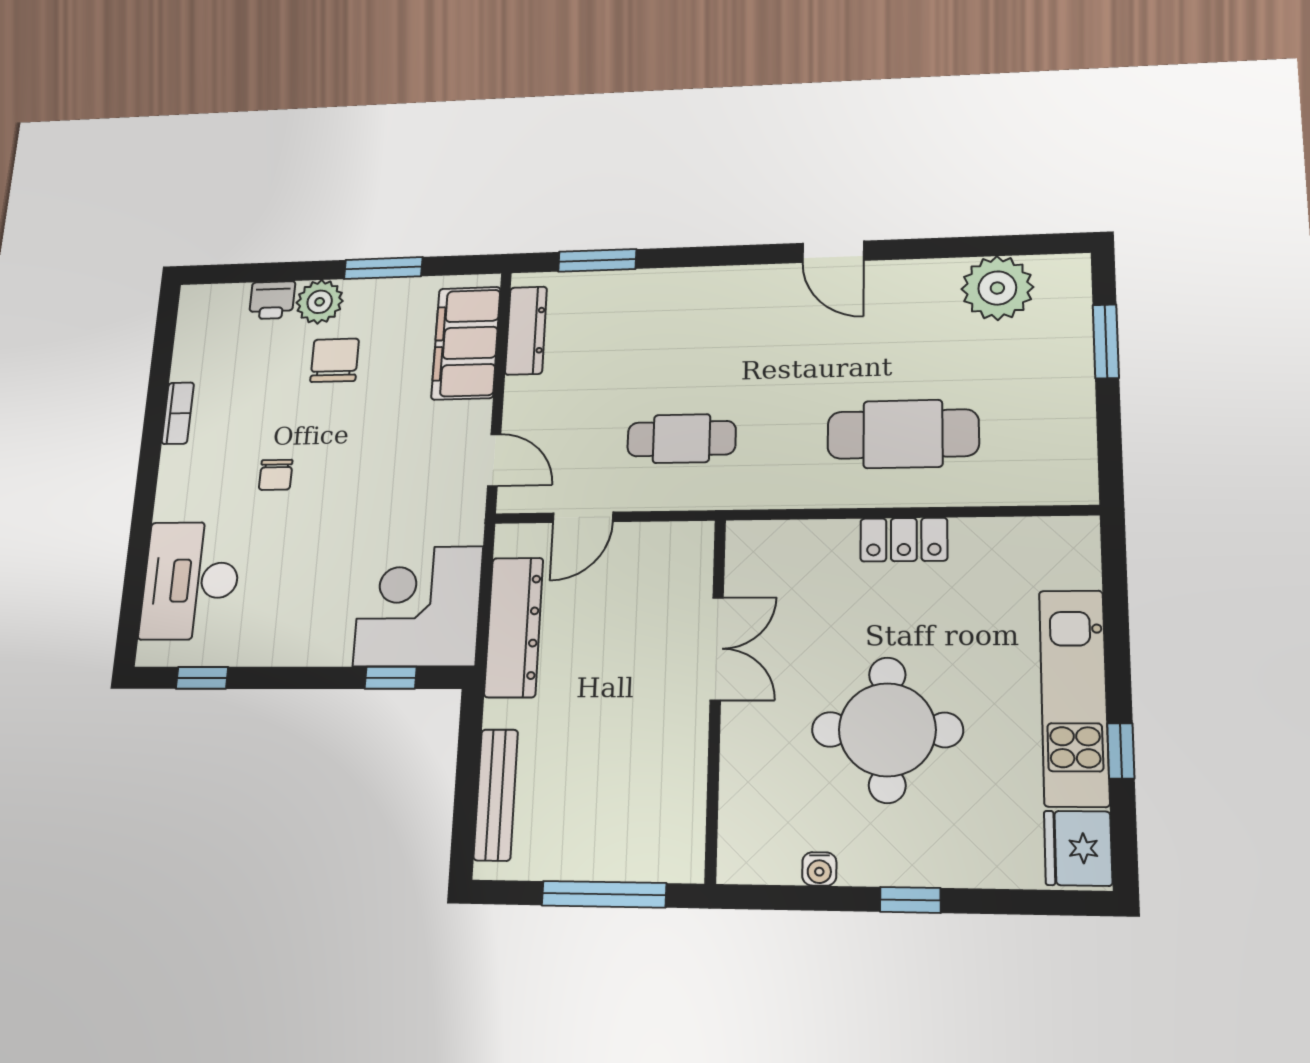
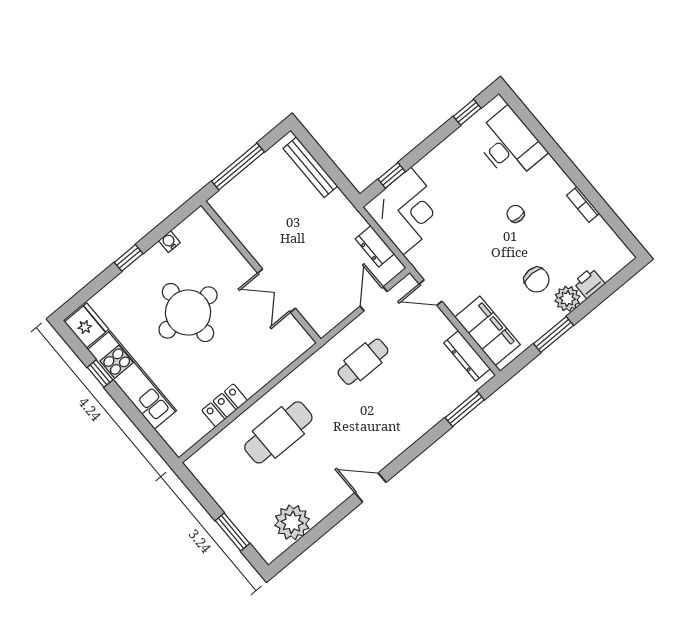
locker: (904, 540) -> (225, 405), moved
dresser: (514, 627) -> (375, 246), width x0.51, depth x0.80

